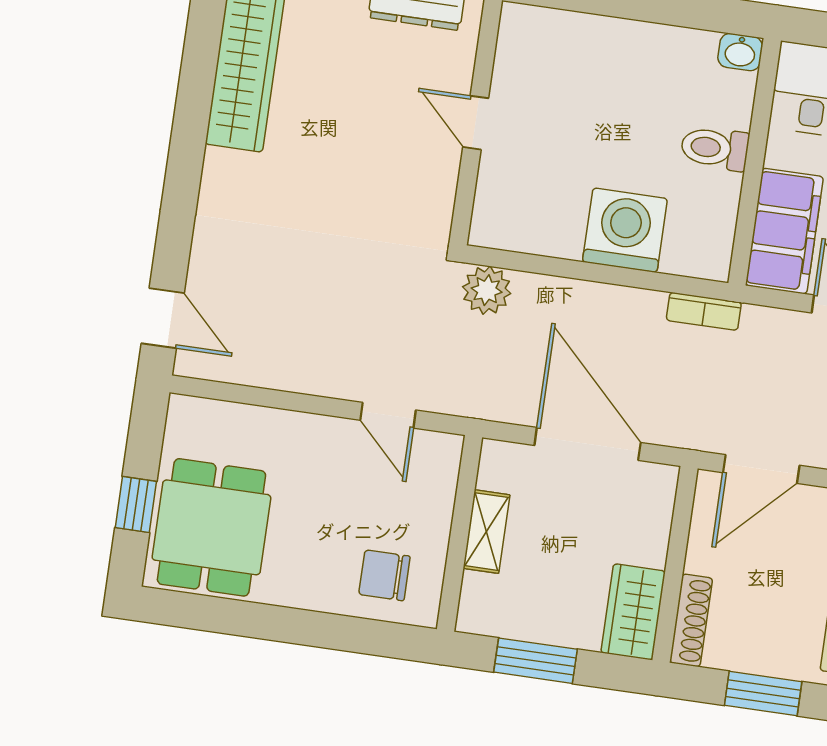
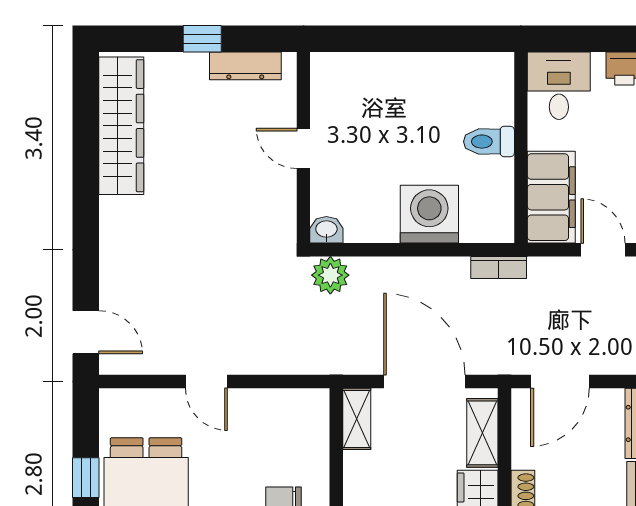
washbasin: (740, 52) -> (326, 230), moved, turned 180
door: (388, 415) -> (206, 382), moved
shelving: (652, 520) -> (482, 433), added
shelving: (487, 532) -> (357, 419), moved

